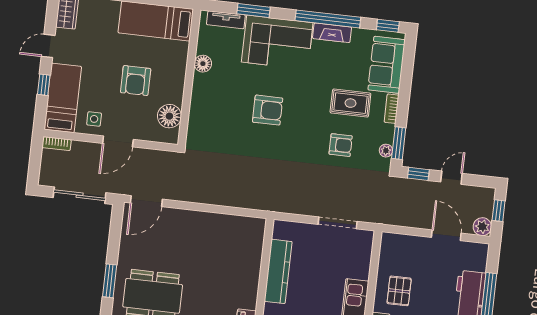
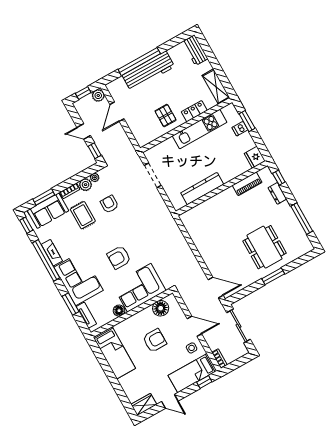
window: (44, 85) -> (204, 382), moved
corner sofa: (213, 108) -> (139, 288), added
armchair: (268, 110) -> (119, 257), turned -90
plant: (385, 133) -> (86, 185), added
window: (399, 143) -> (44, 197), moved
pallet: (399, 291) -> (166, 116), turned 90

